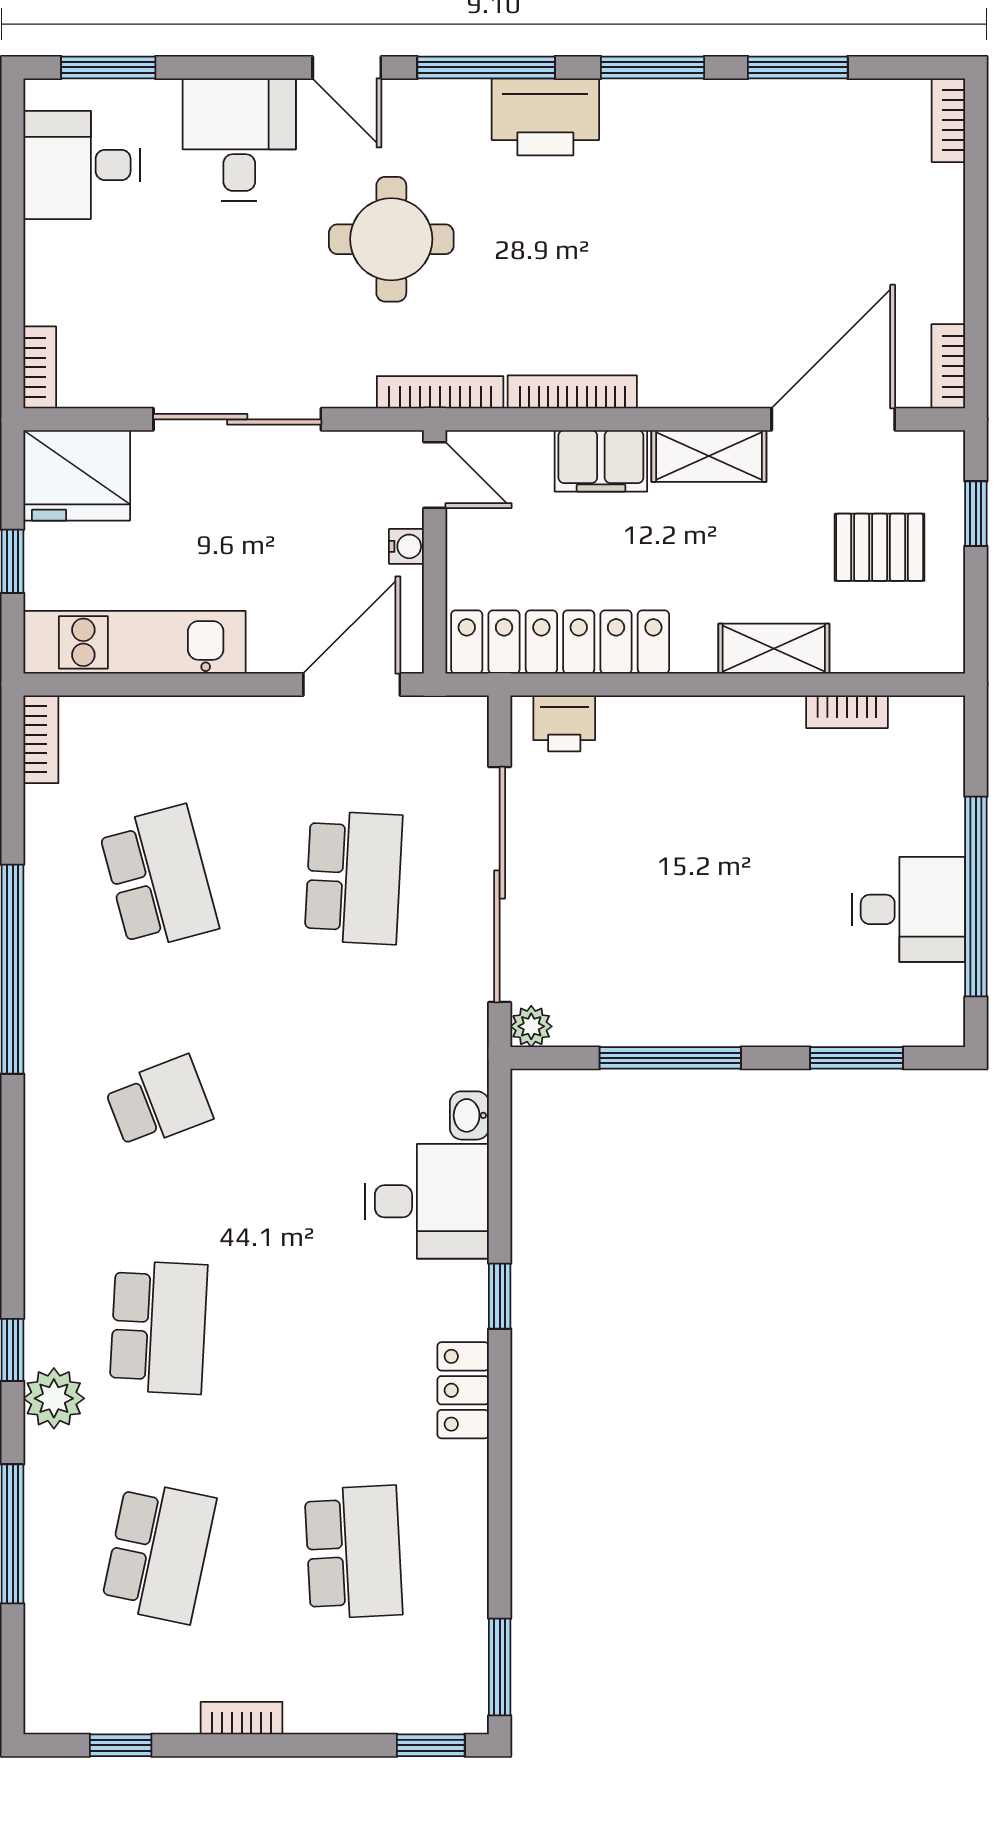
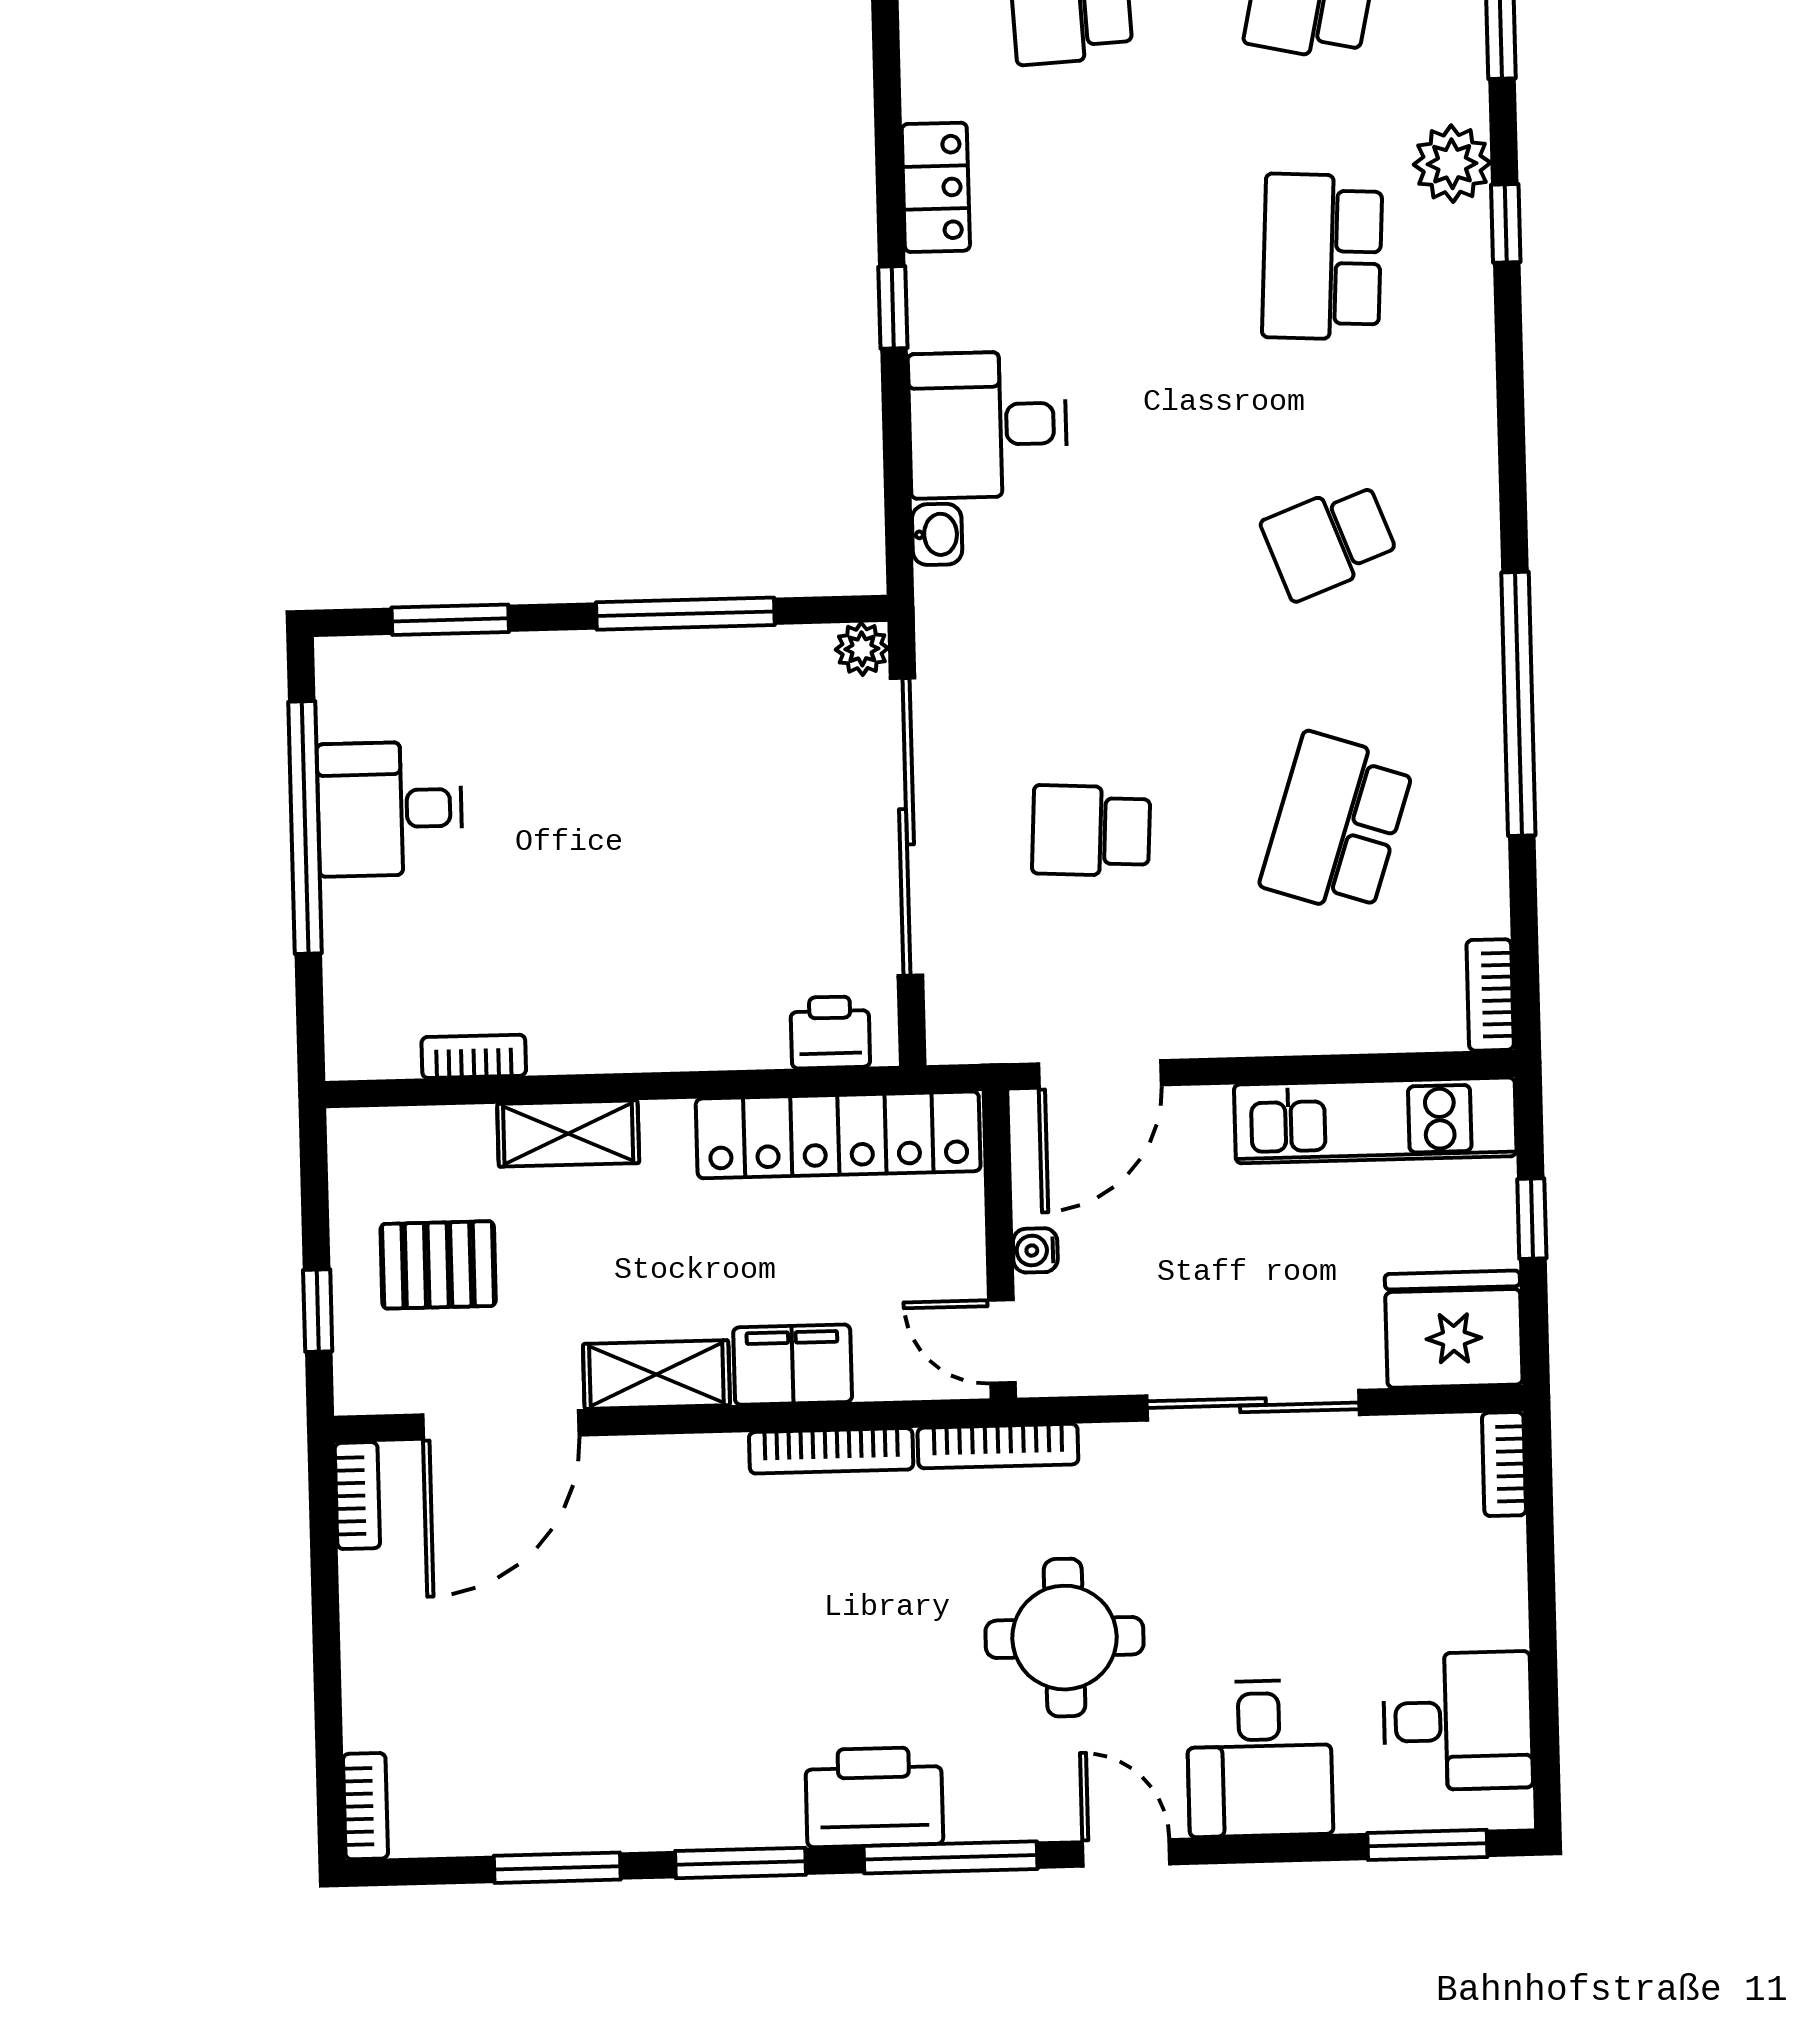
school desk: (159, 878) -> (1337, 824), turned 33
school desk: (353, 878) -> (1091, 831), width x0.54

